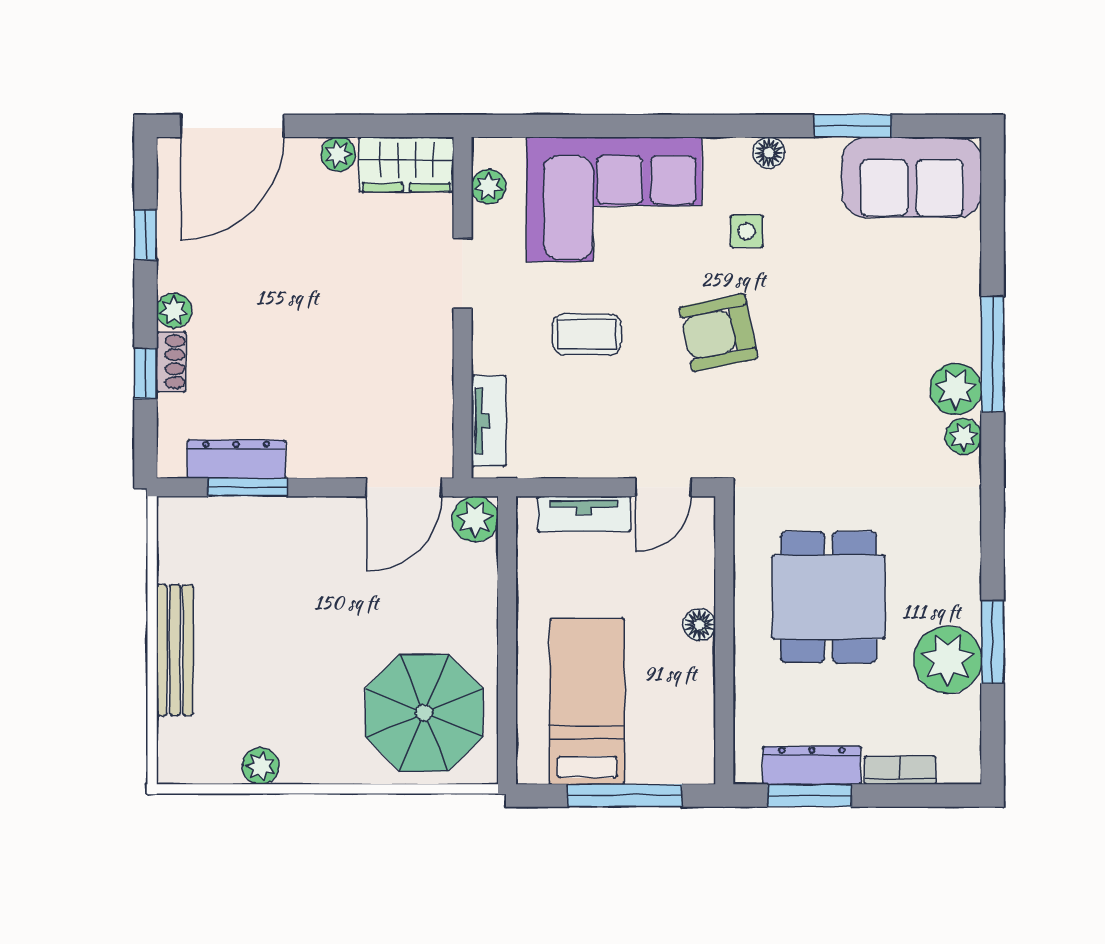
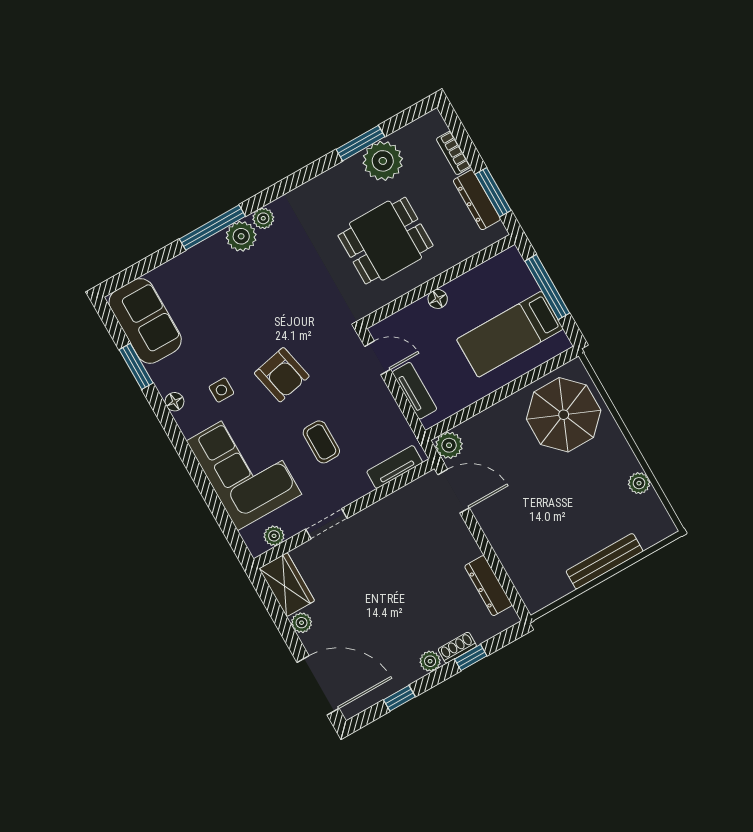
window: (248, 487) -> (499, 572), removed

